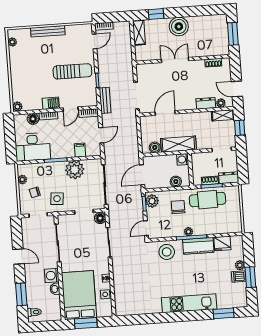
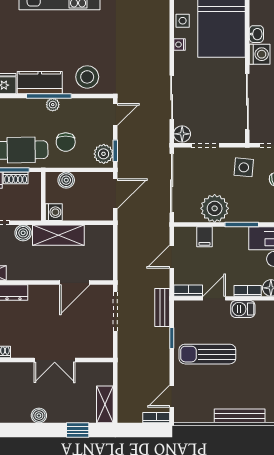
boiler: (179, 27) -> (39, 416), width x0.54, depth x0.54
boiler: (155, 147) -> (23, 233), moved

